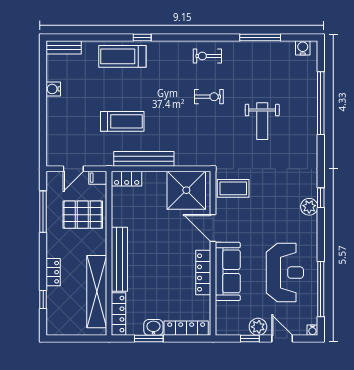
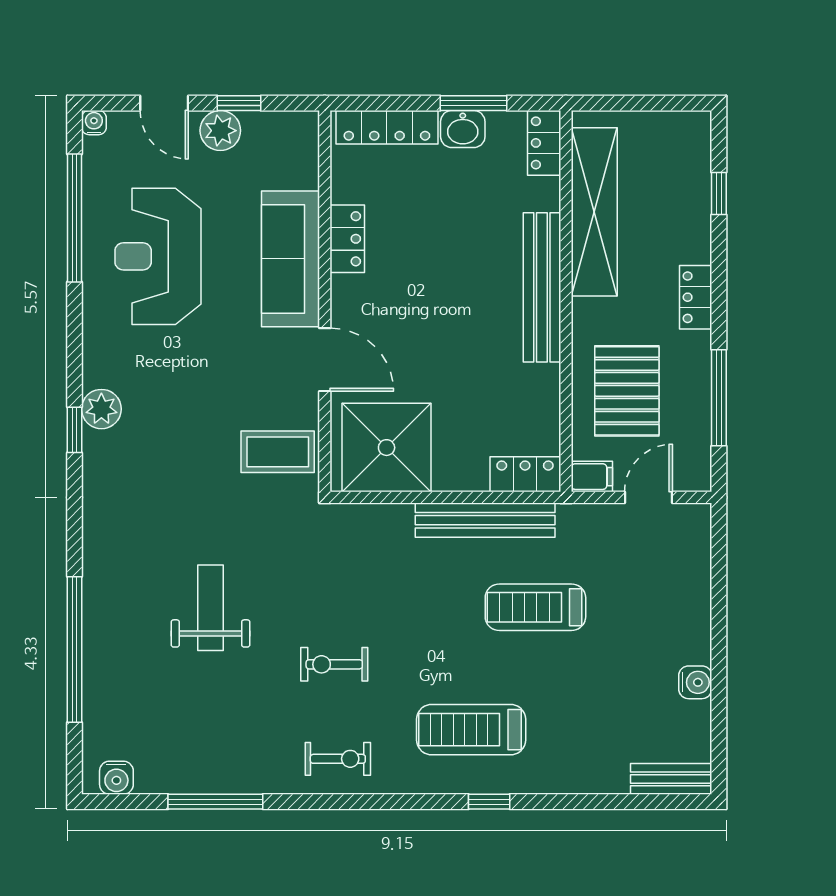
treadmill: (122, 56) -> (471, 730), moved, turned 180
pallet: (83, 215) -> (627, 391), turned 90
locker: (53, 272) -> (696, 297), moved
locker: (203, 272) -> (347, 239), width x0.66
locker: (118, 314) -> (544, 143), width x0.66

